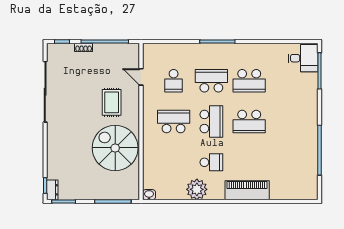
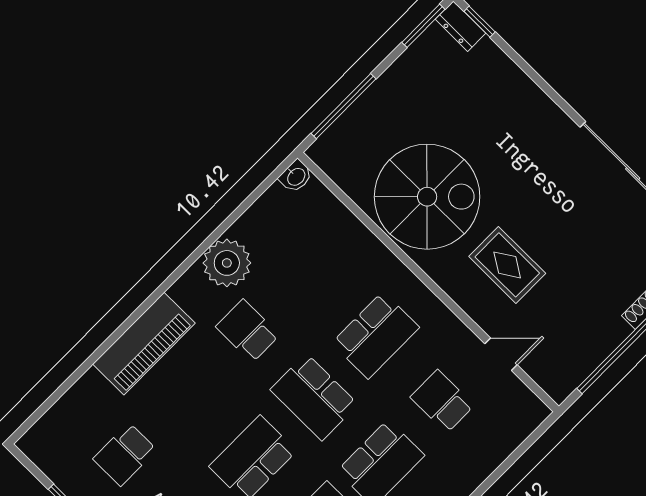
school desk: (211, 162) -> (248, 331), turned 90
school desk: (287, 162) -> (125, 454), added

